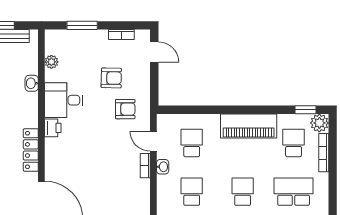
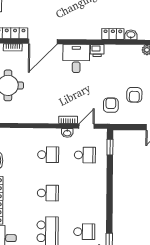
desk: (64, 100) -> (76, 58), moved
armchair: (125, 109) -> (111, 105), turned 180
window: (181, 110) -> (110, 147), added
piano: (249, 126) -> (97, 198), removed
locker: (31, 150) -> (113, 34), moved, width x0.66

